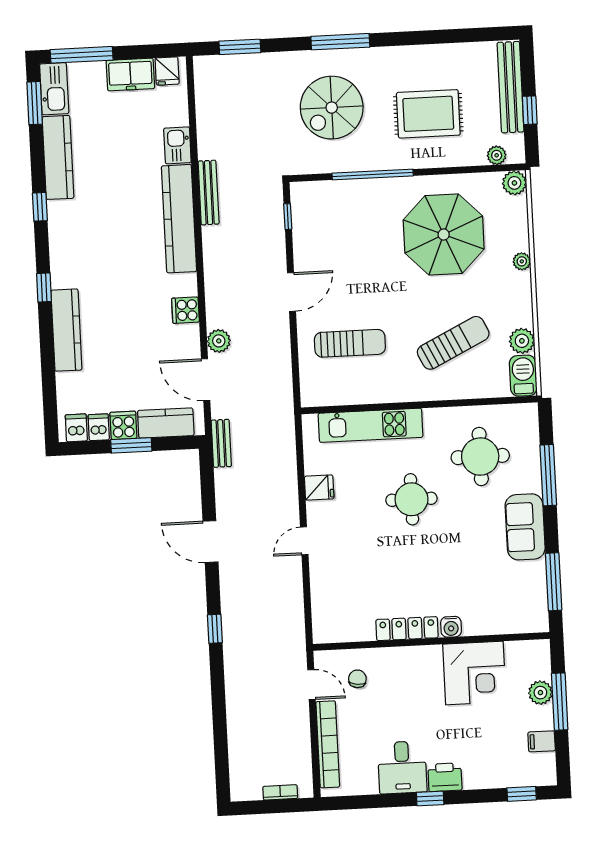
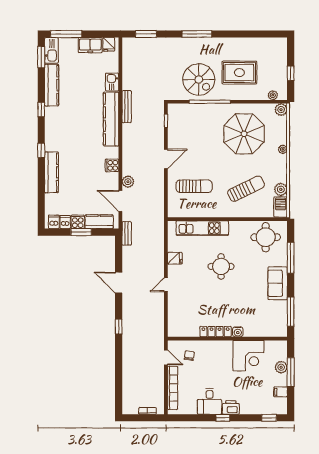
bench: (510, 87) -> (282, 61), removed
spiral stairs: (332, 108) -> (199, 79), moved, turned -90
round table: (480, 457) -> (266, 237), moved

